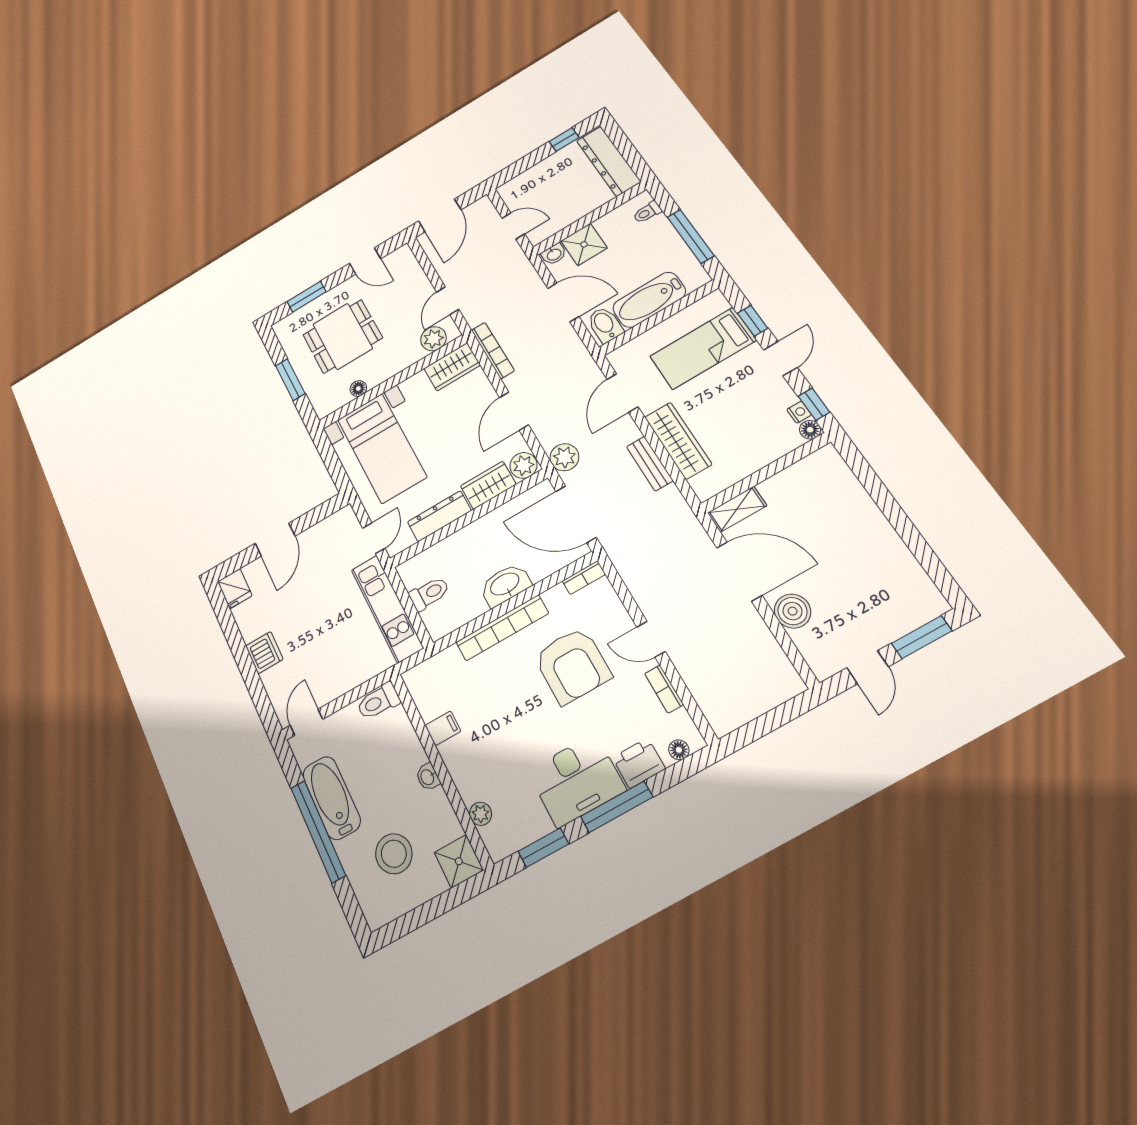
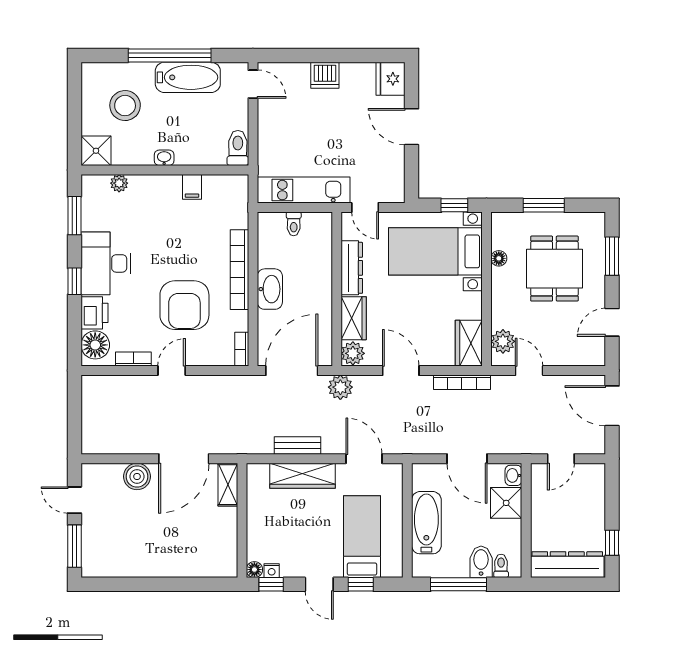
door: (563, 302) -> (467, 459), hinge flipped
bidet: (605, 325) -> (481, 562), moved, turned -90
window: (329, 457) -> (454, 205), added
fridge: (235, 589) -> (391, 79), width x1.38
toilet: (429, 593) -> (294, 224), width x0.73, depth x0.72
armchair: (572, 665) -> (184, 305), turned -90
floor lamp: (679, 750) -> (95, 345), width x1.89, depth x1.89
window: (617, 807) -> (74, 281), width x0.46

